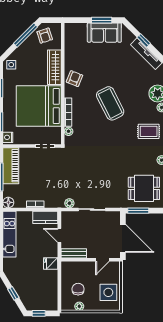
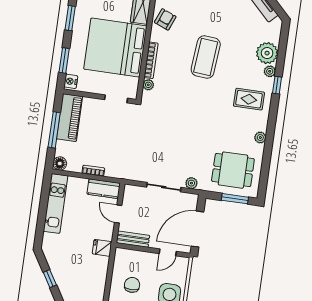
coffee table: (110, 103) -> (206, 57), turned 32
plant: (69, 203) -> (191, 183), moved
window: (138, 211) -> (235, 199), moved
door: (123, 238) -> (197, 229), swing flipped

